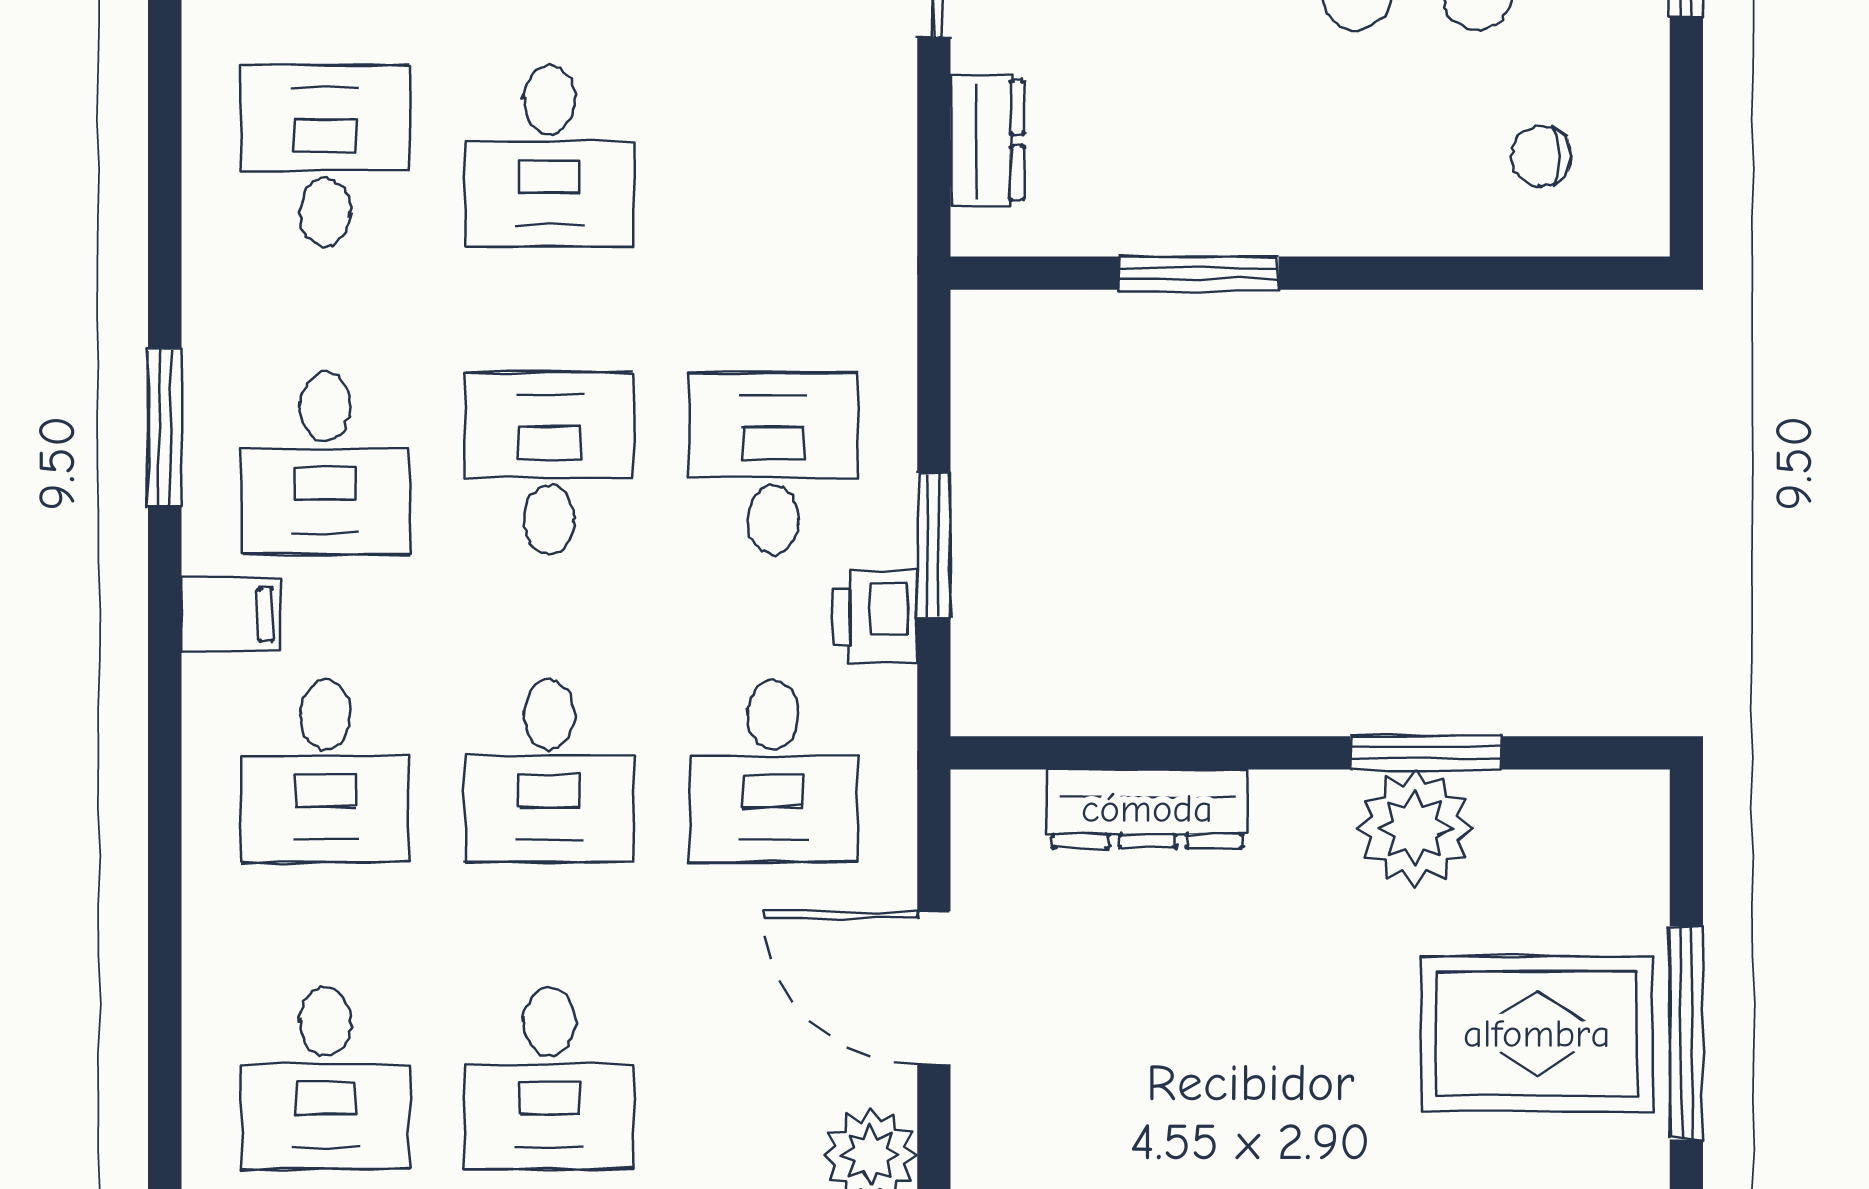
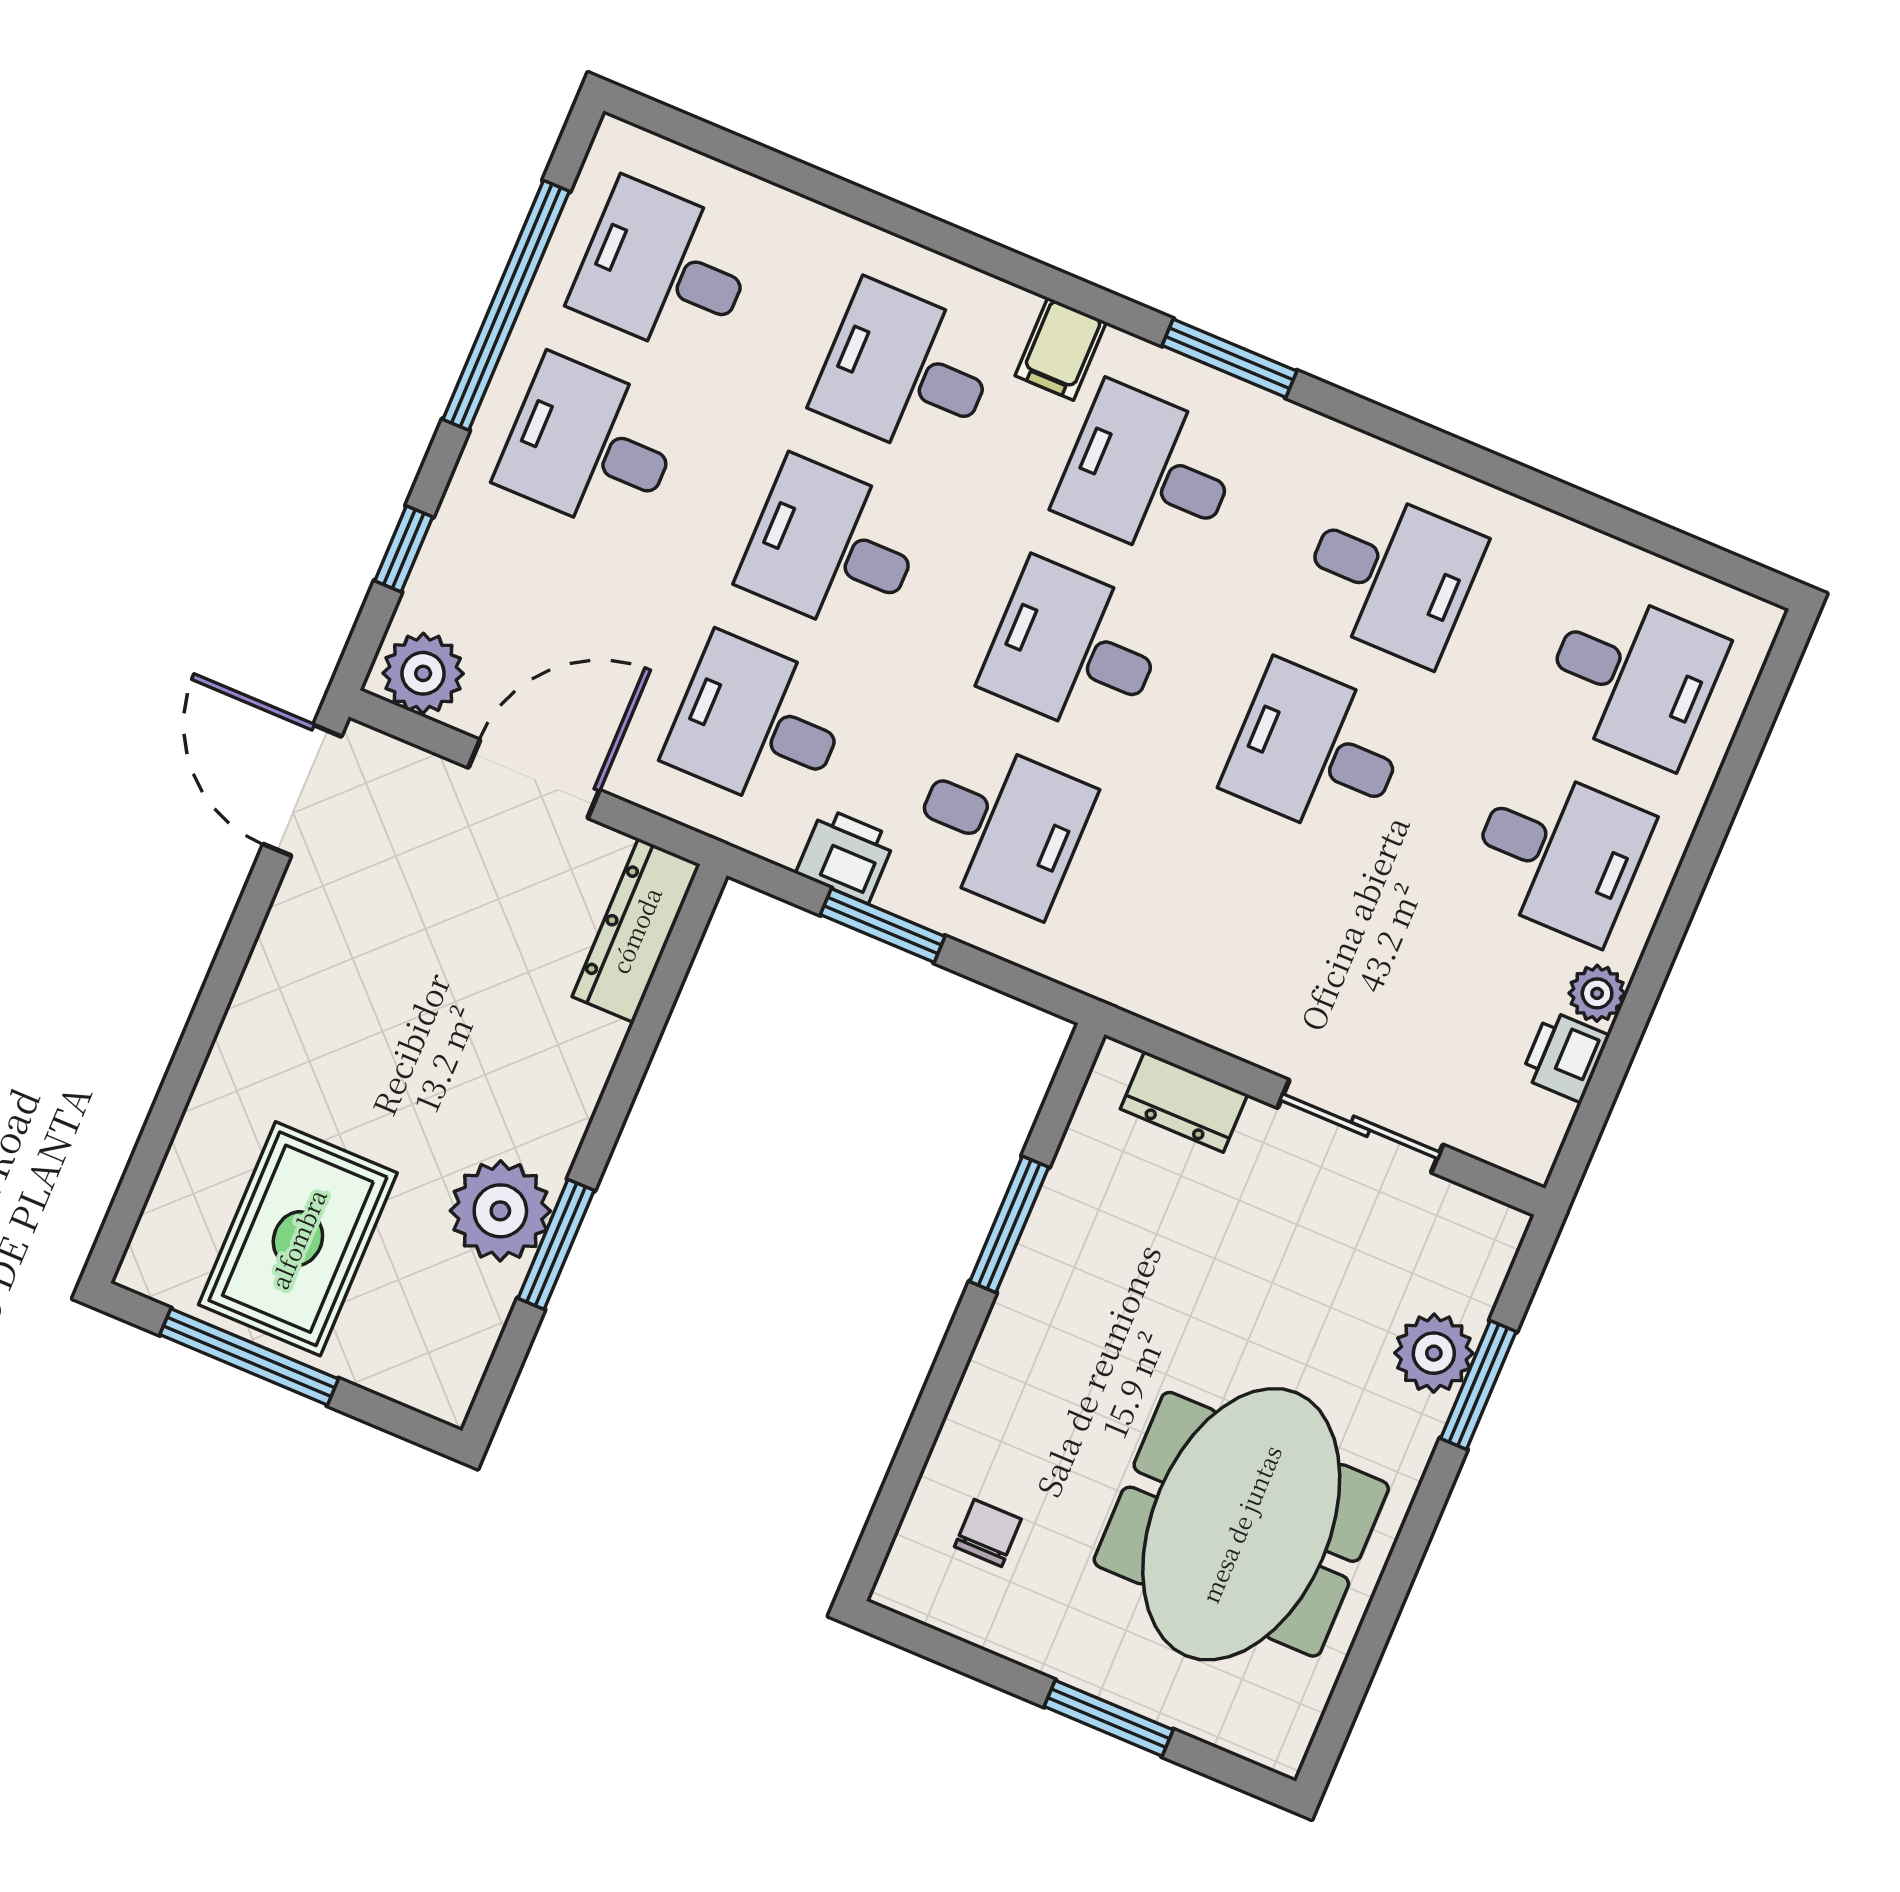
desk: (549, 463) -> (1074, 650), turned 180
dresser: (1147, 809) -> (636, 930), moved

